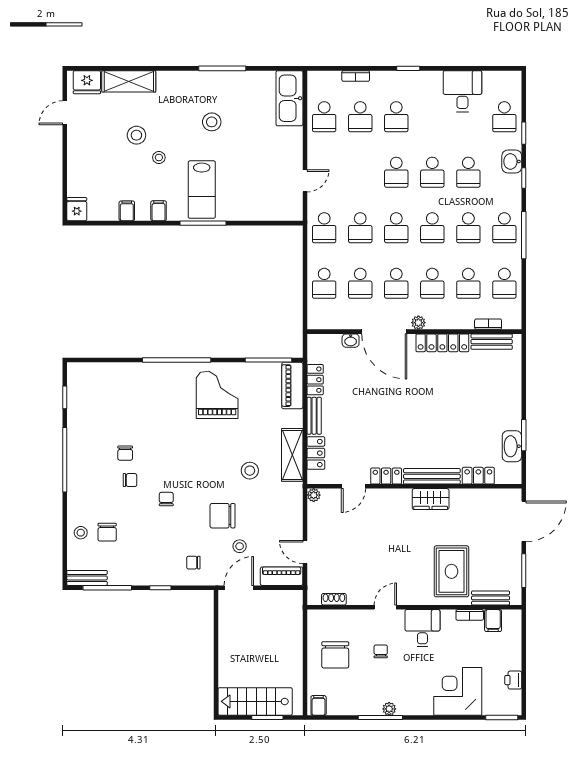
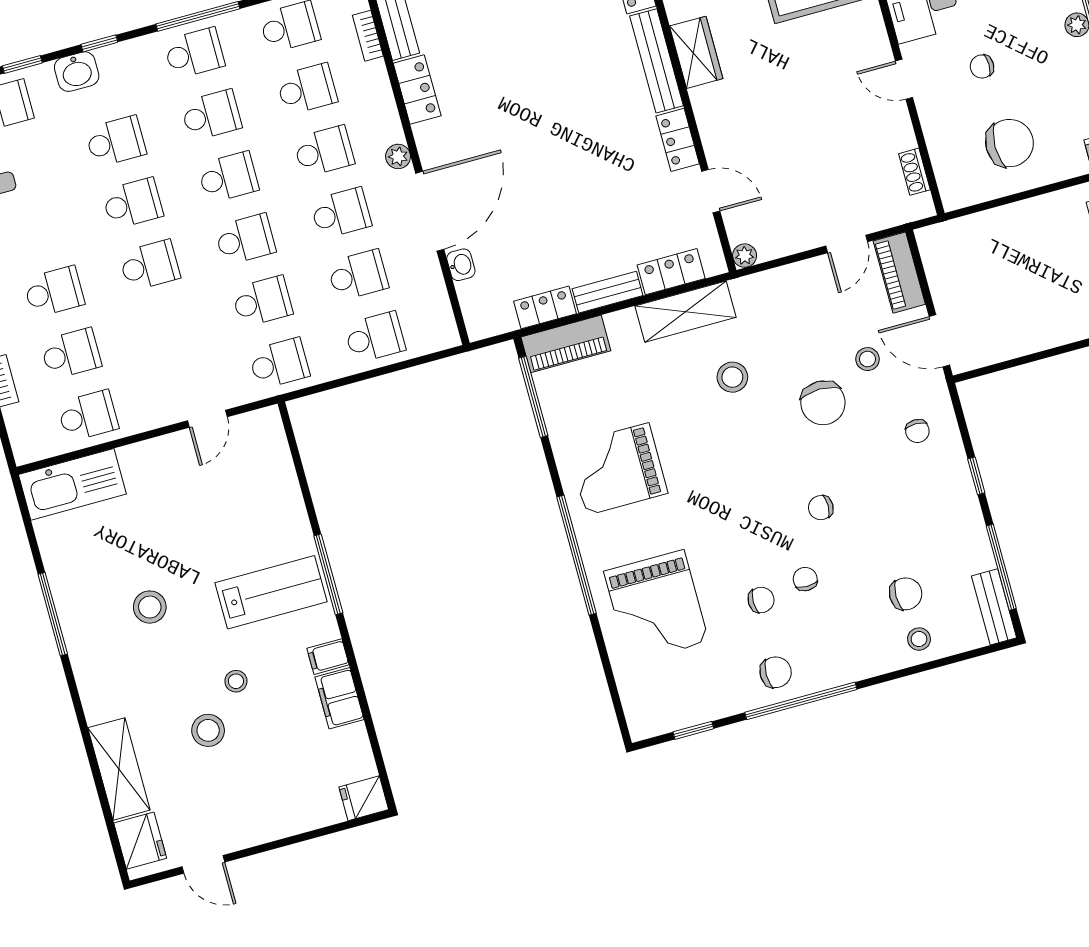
door: (305, 181) -> (207, 419), swing flipped
filing cabinet: (127, 211) -> (340, 698), width x2.00
locker: (442, 343) -> (417, 89), width x0.66
grand piano: (137, 396) -> (656, 606), added
chair: (84, 450) -> (776, 672), added

